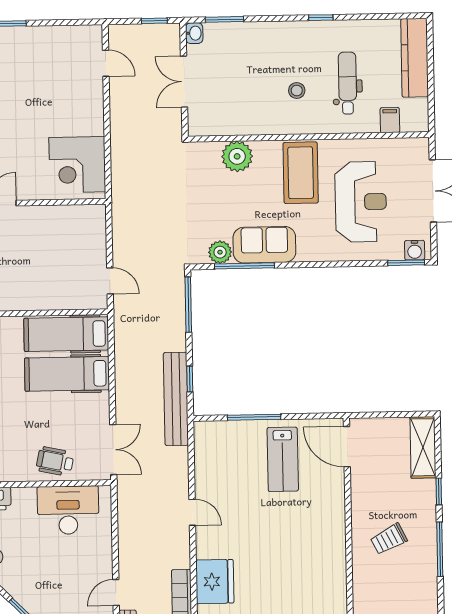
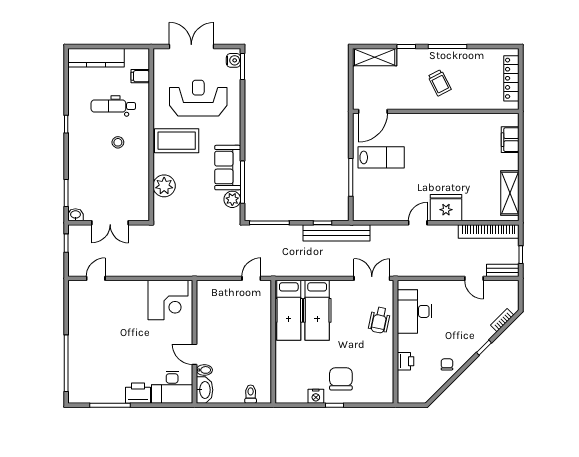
fridge: (215, 582) -> (446, 208), moved

